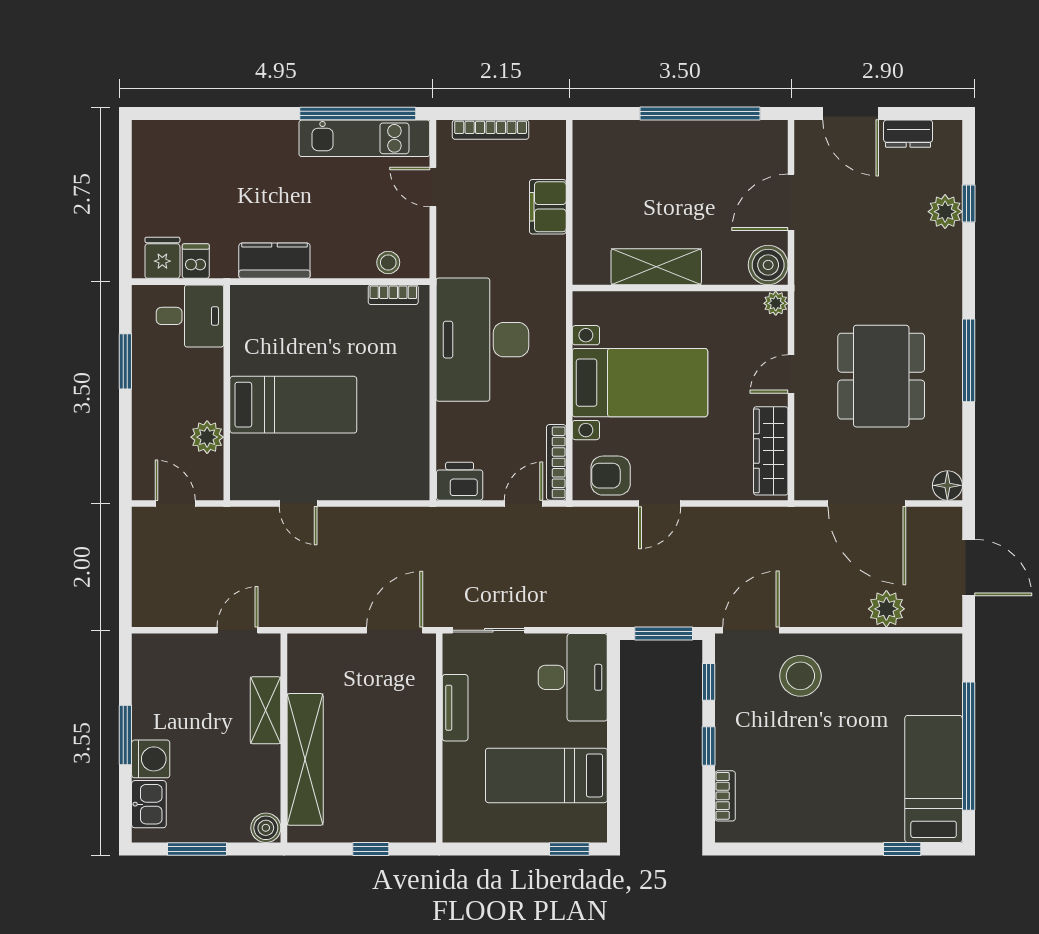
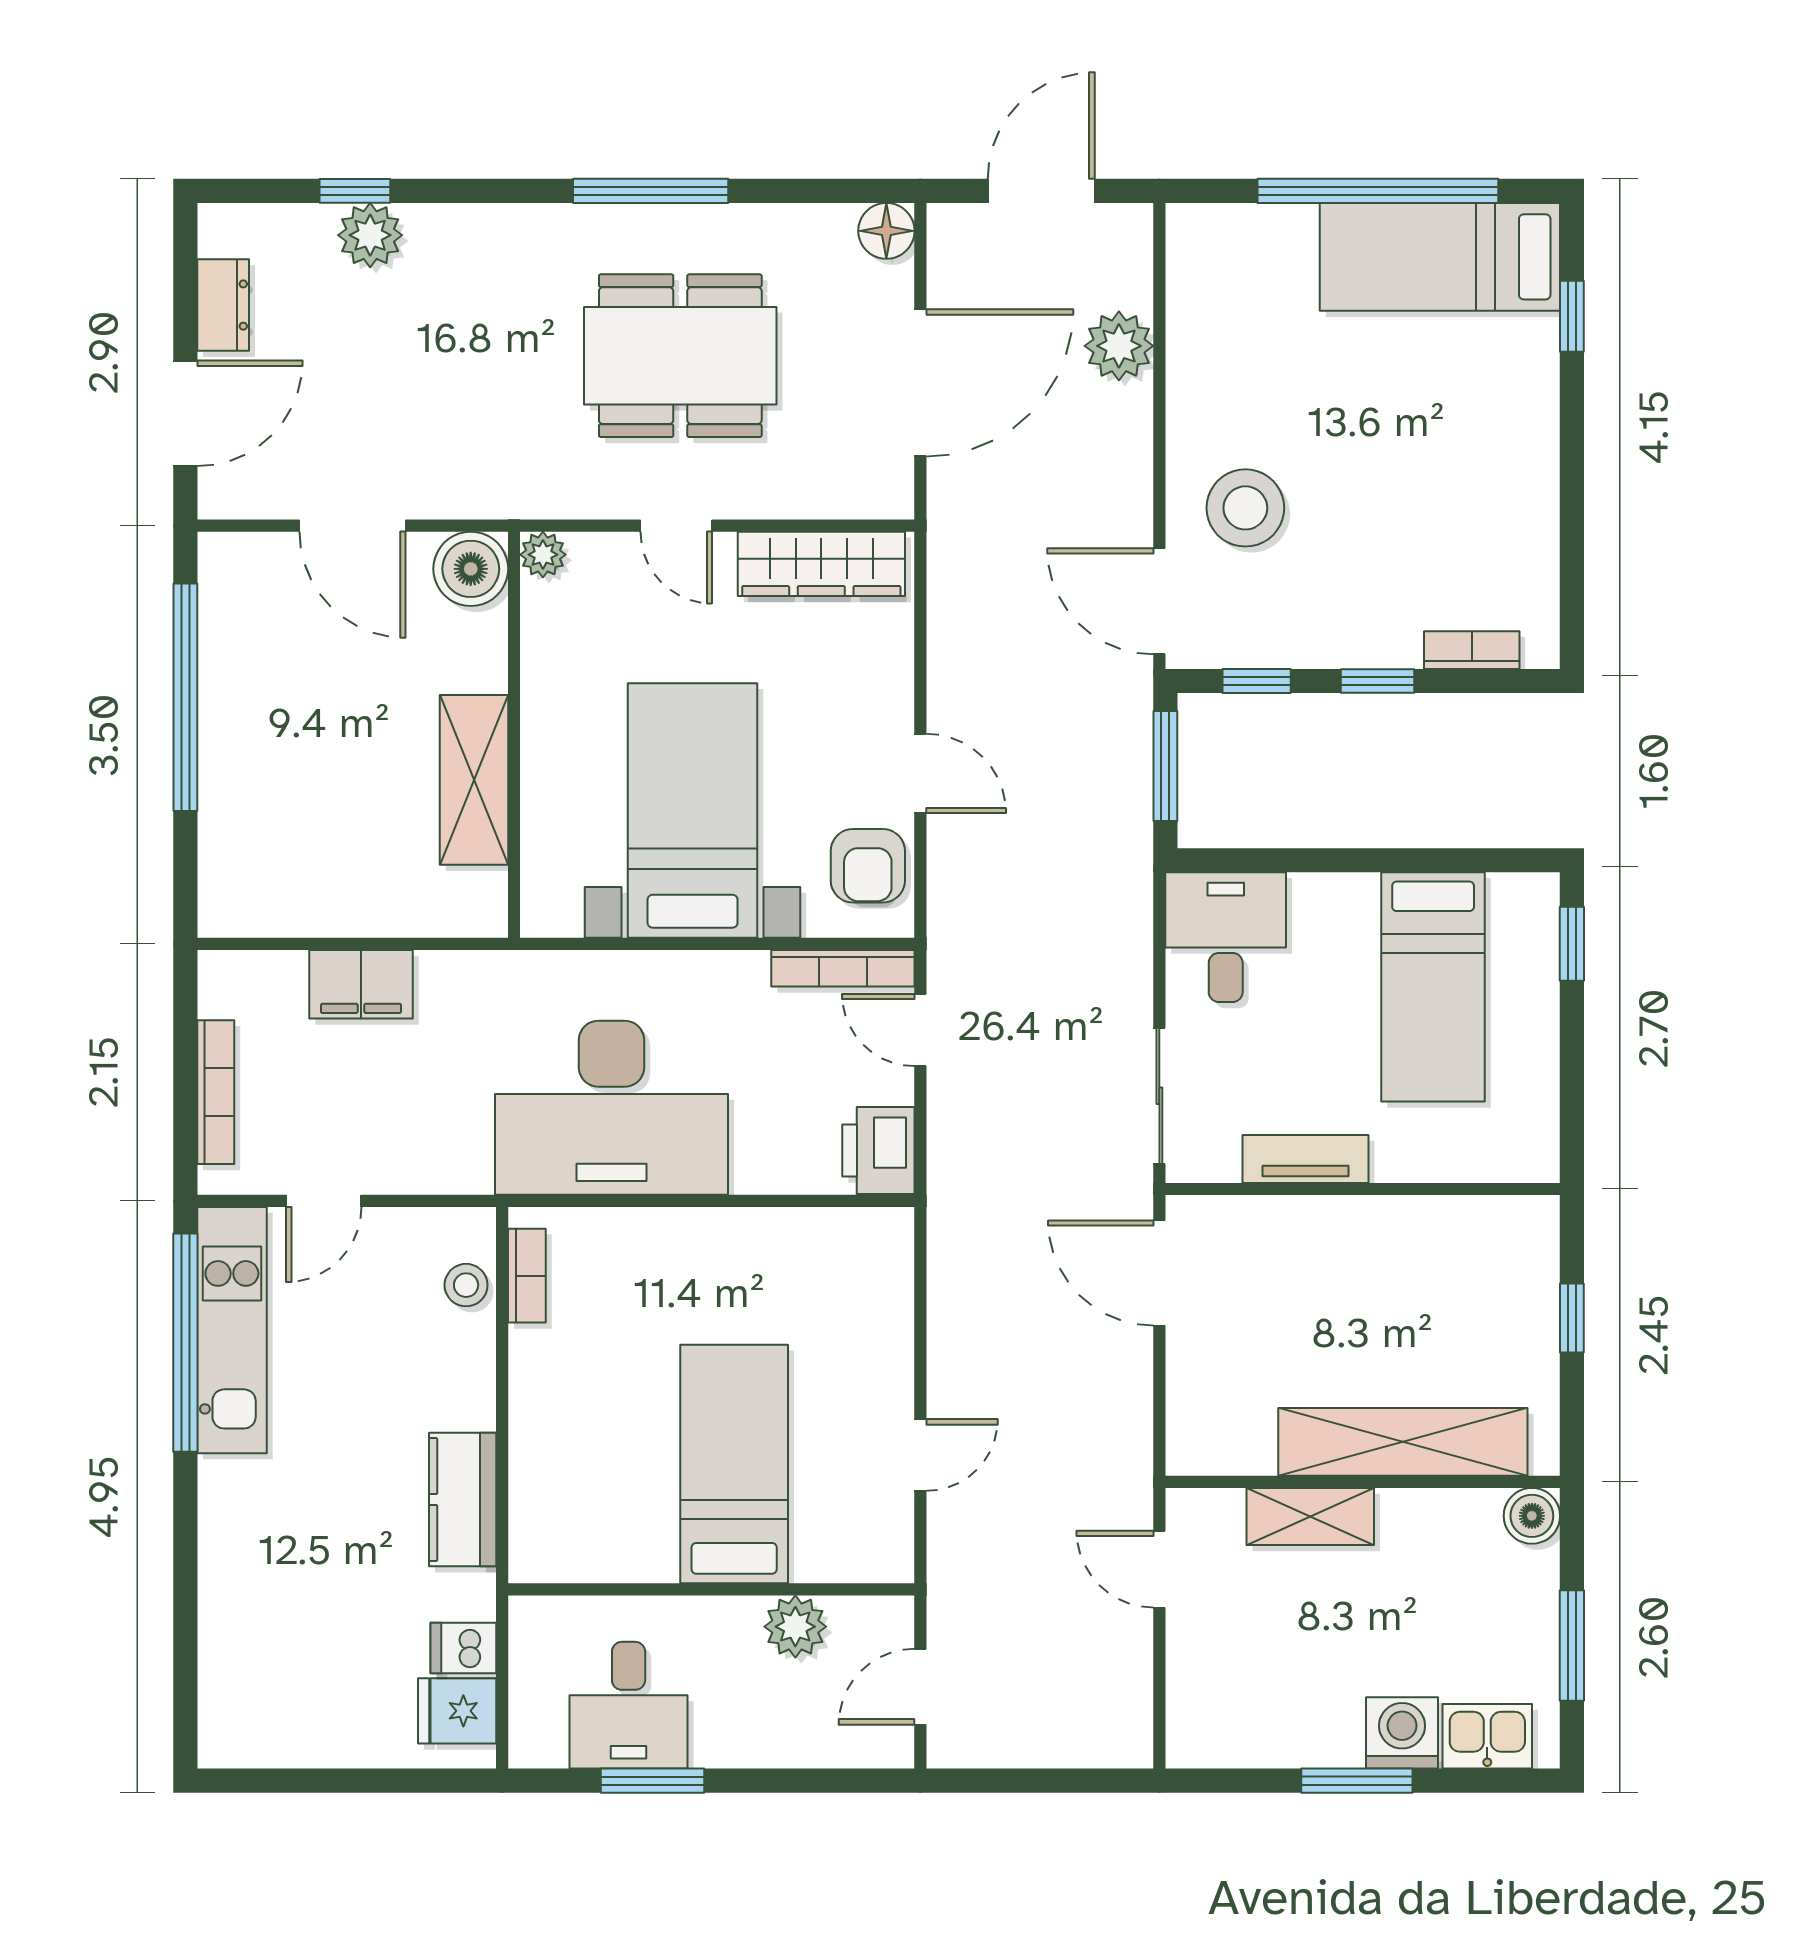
desk: (190, 316) -> (629, 1705), moved, turned 180
desk: (573, 677) -> (1226, 937), width x0.73

